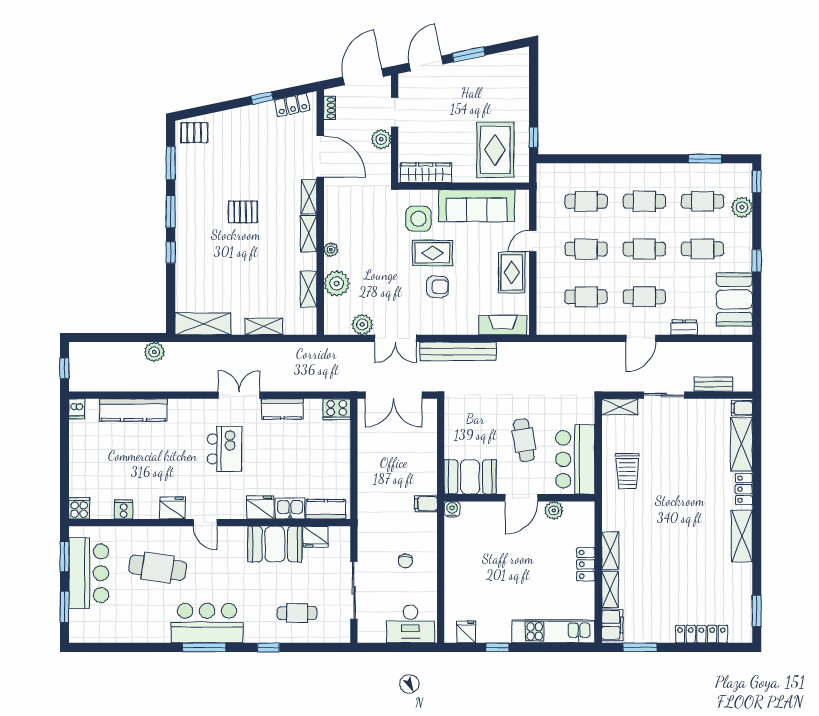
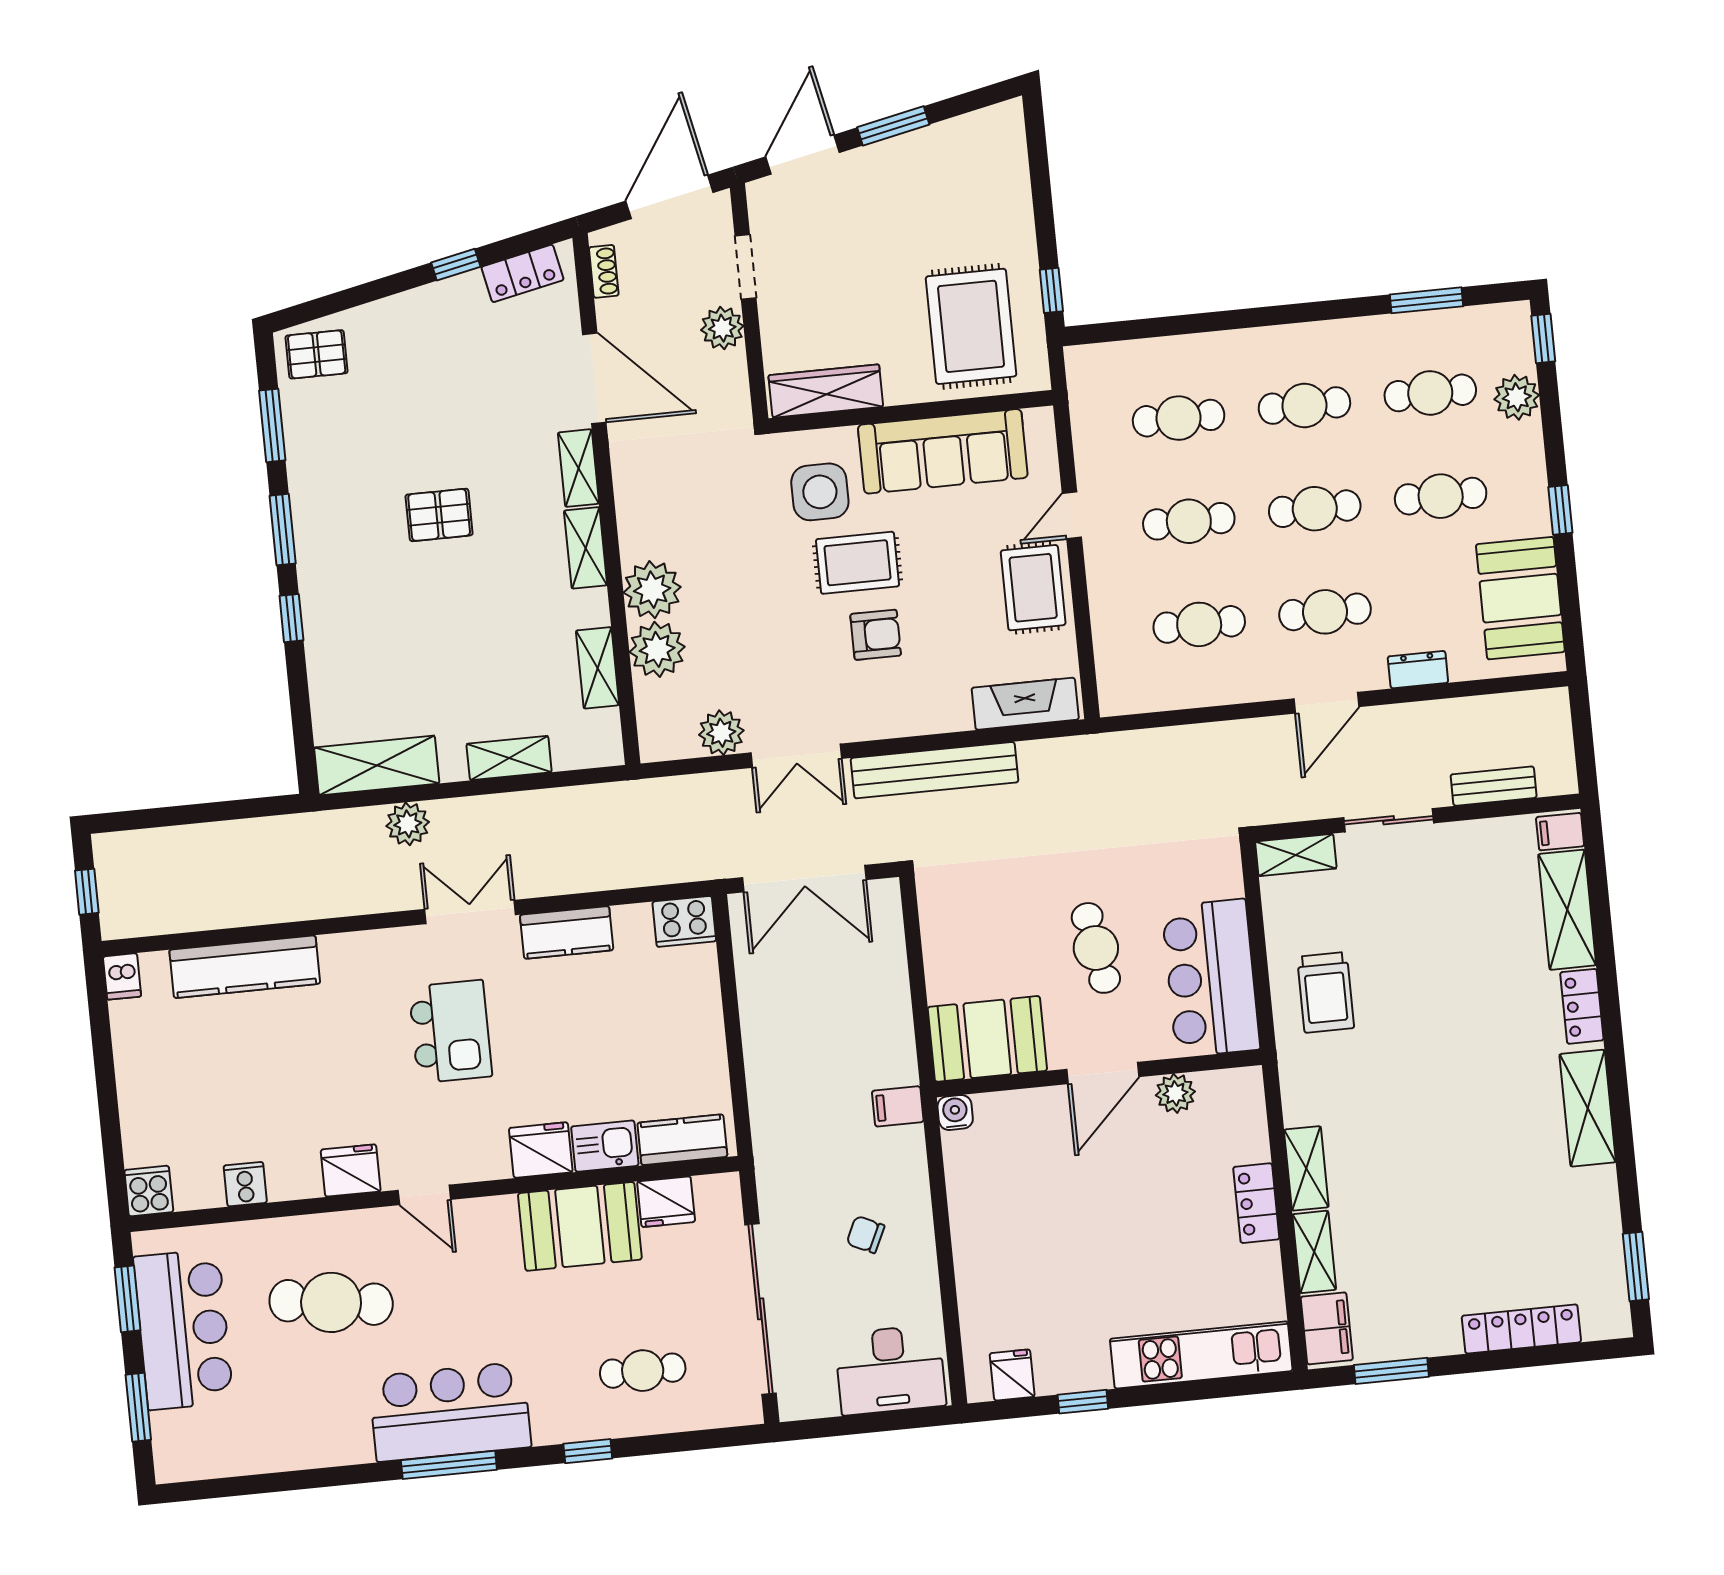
plant: (331, 250) -> (652, 590), width x1.88, depth x1.88
plant: (154, 352) -> (408, 824), moved
chair: (405, 561) -> (866, 1234), turned 115
sliding door: (354, 590) -> (761, 1309), width x1.36

